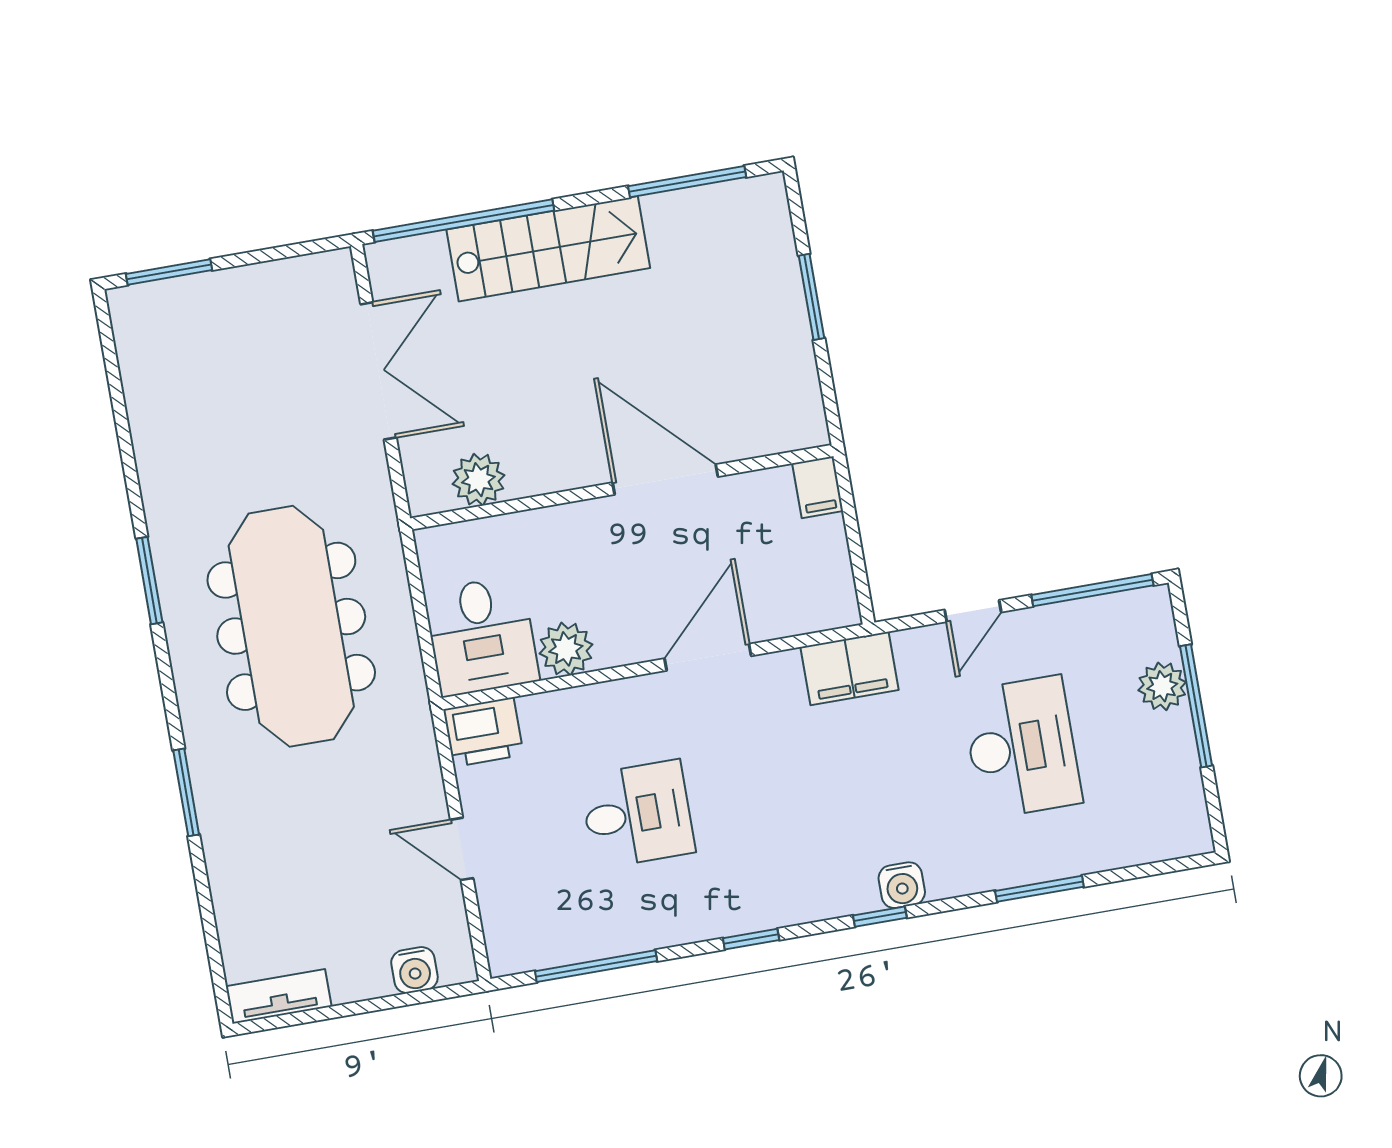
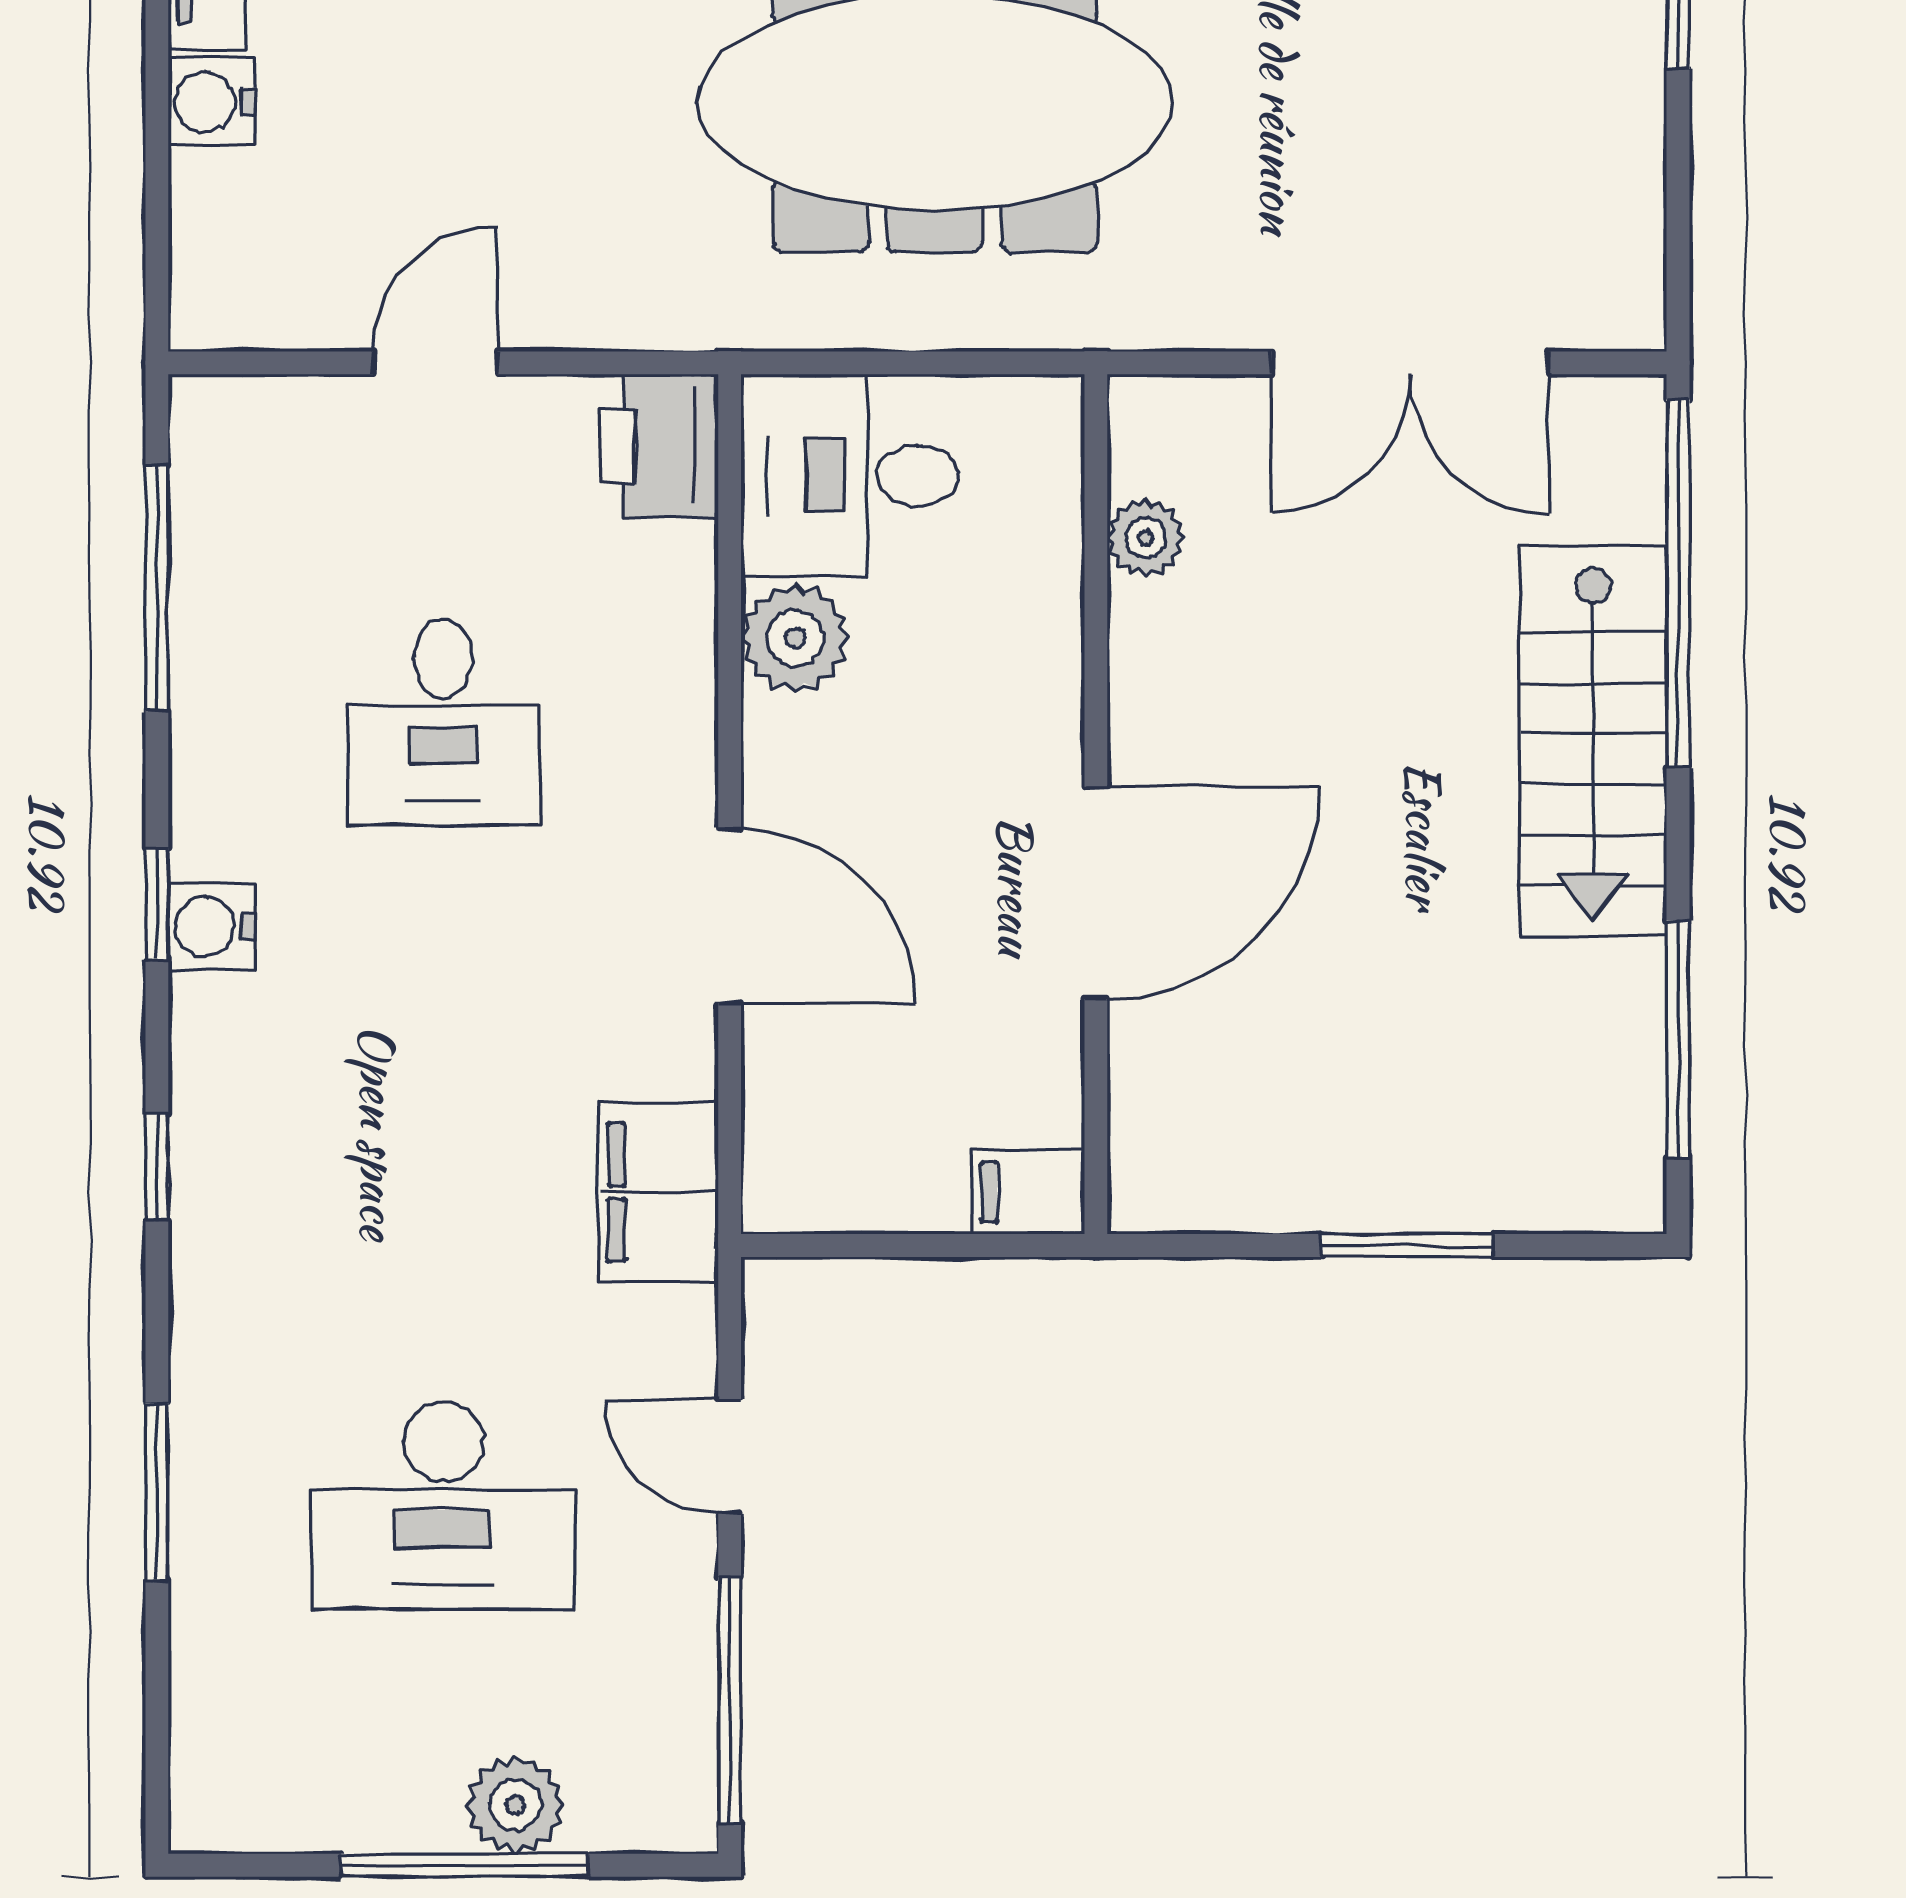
plant: (478, 480) -> (1146, 538), width x0.73, depth x0.73
water cooler: (902, 885) -> (212, 927), moved
water cooler: (414, 970) -> (212, 102), moved

